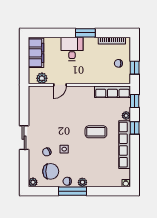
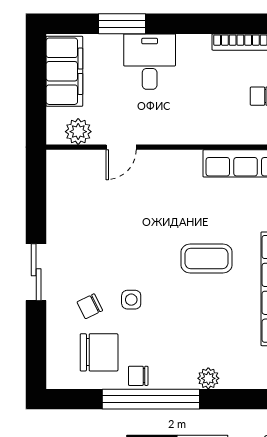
window: (85, 33) -> (122, 24), moved
plant: (33, 182) -> (57, 378), removed
plant: (82, 182) -> (208, 378), moved
window: (72, 191) -> (151, 399), width x1.46

